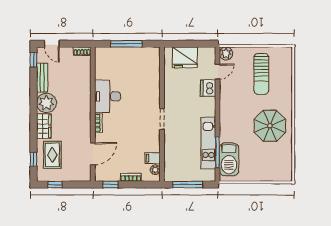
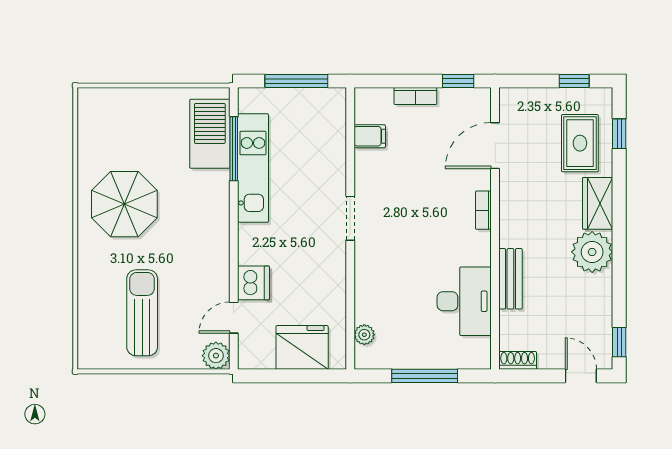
bench: (42, 78) -> (510, 279), moved
desk: (108, 96) -> (464, 301), moved
plant: (155, 170) -> (364, 335), moved

